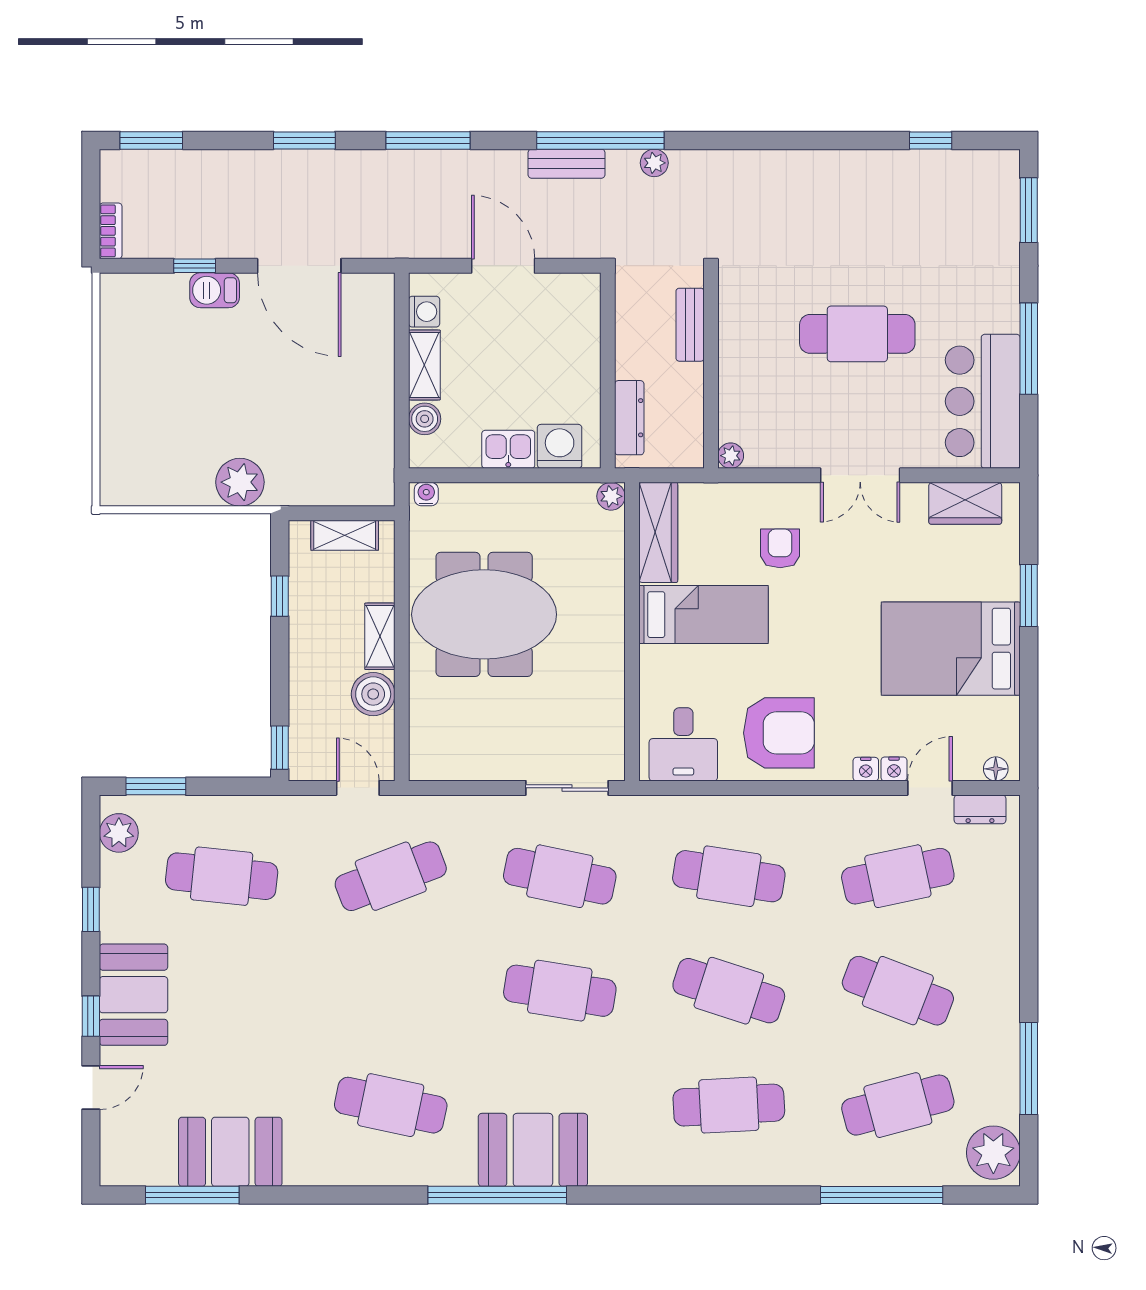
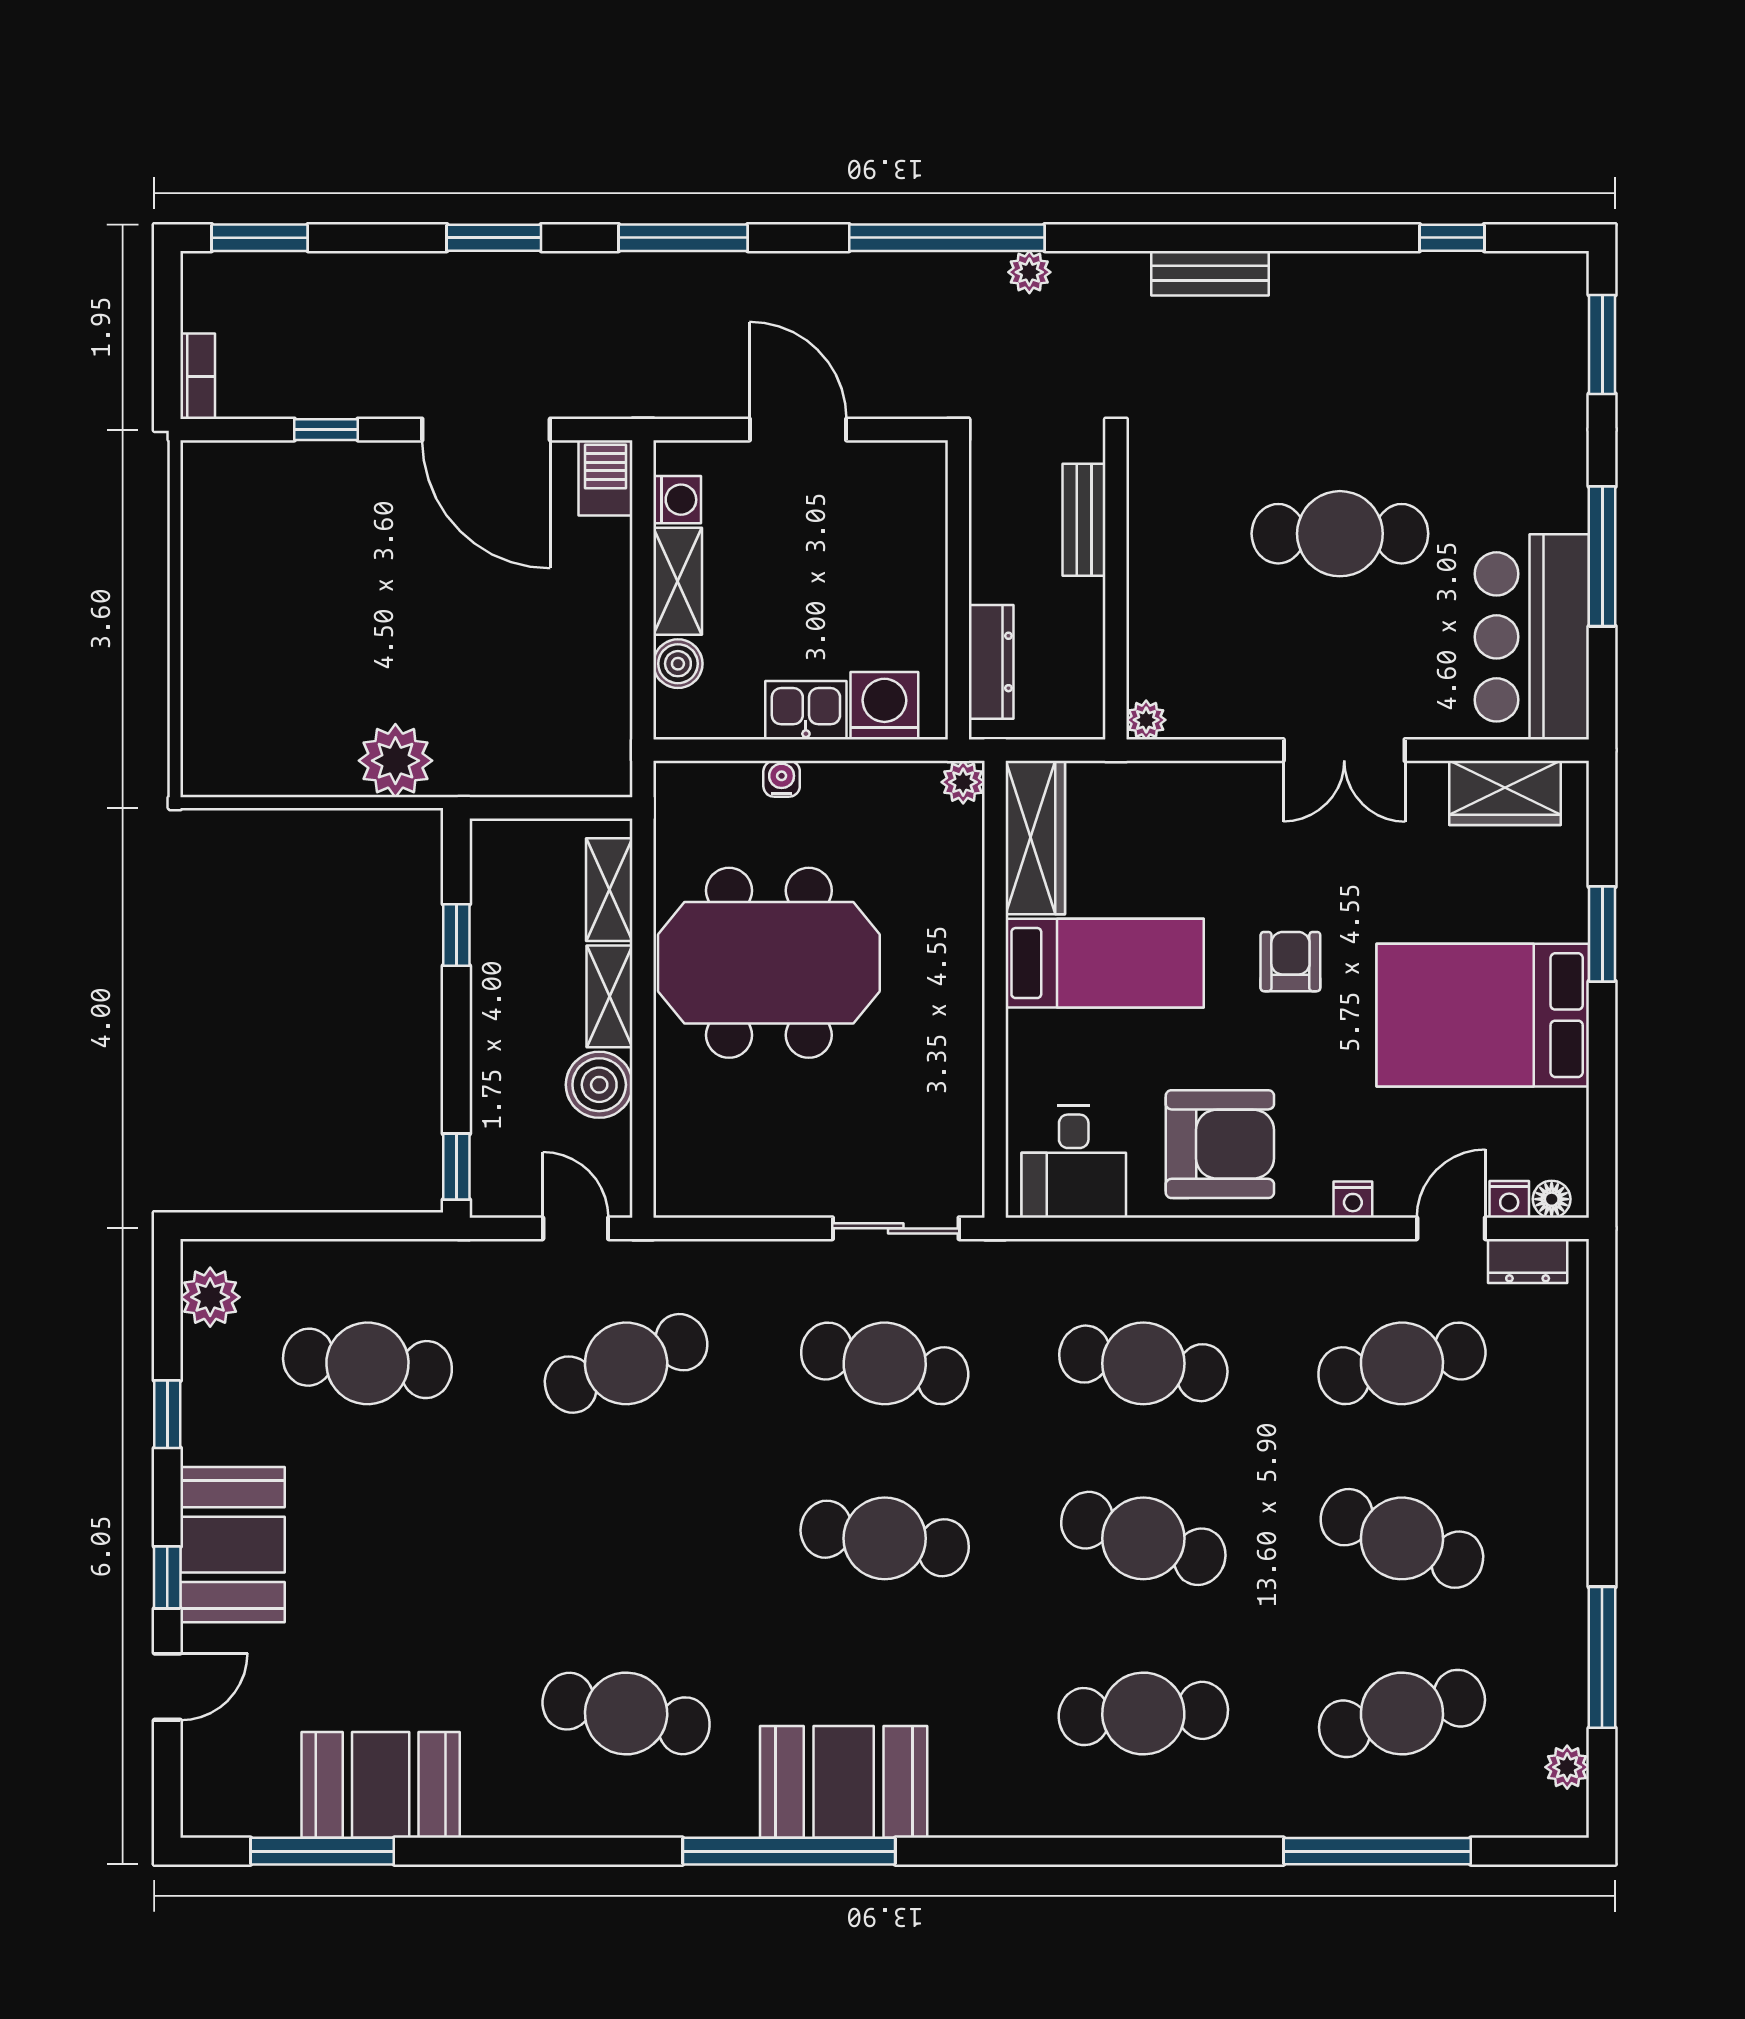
bench: (567, 164) -> (1210, 273), moved
barbecue: (215, 290) -> (606, 478), moved, turned 90
water cooler: (426, 494) -> (782, 779), moved
shelving: (345, 535) -> (609, 890), moved, turned 90
armchair: (780, 548) -> (1290, 962), moved
nightstand: (894, 769) -> (1509, 1199), moved
window: (156, 786) -> (267, 1226), removed
plant: (993, 1153) -> (1567, 1767), width x0.53, depth x0.53

